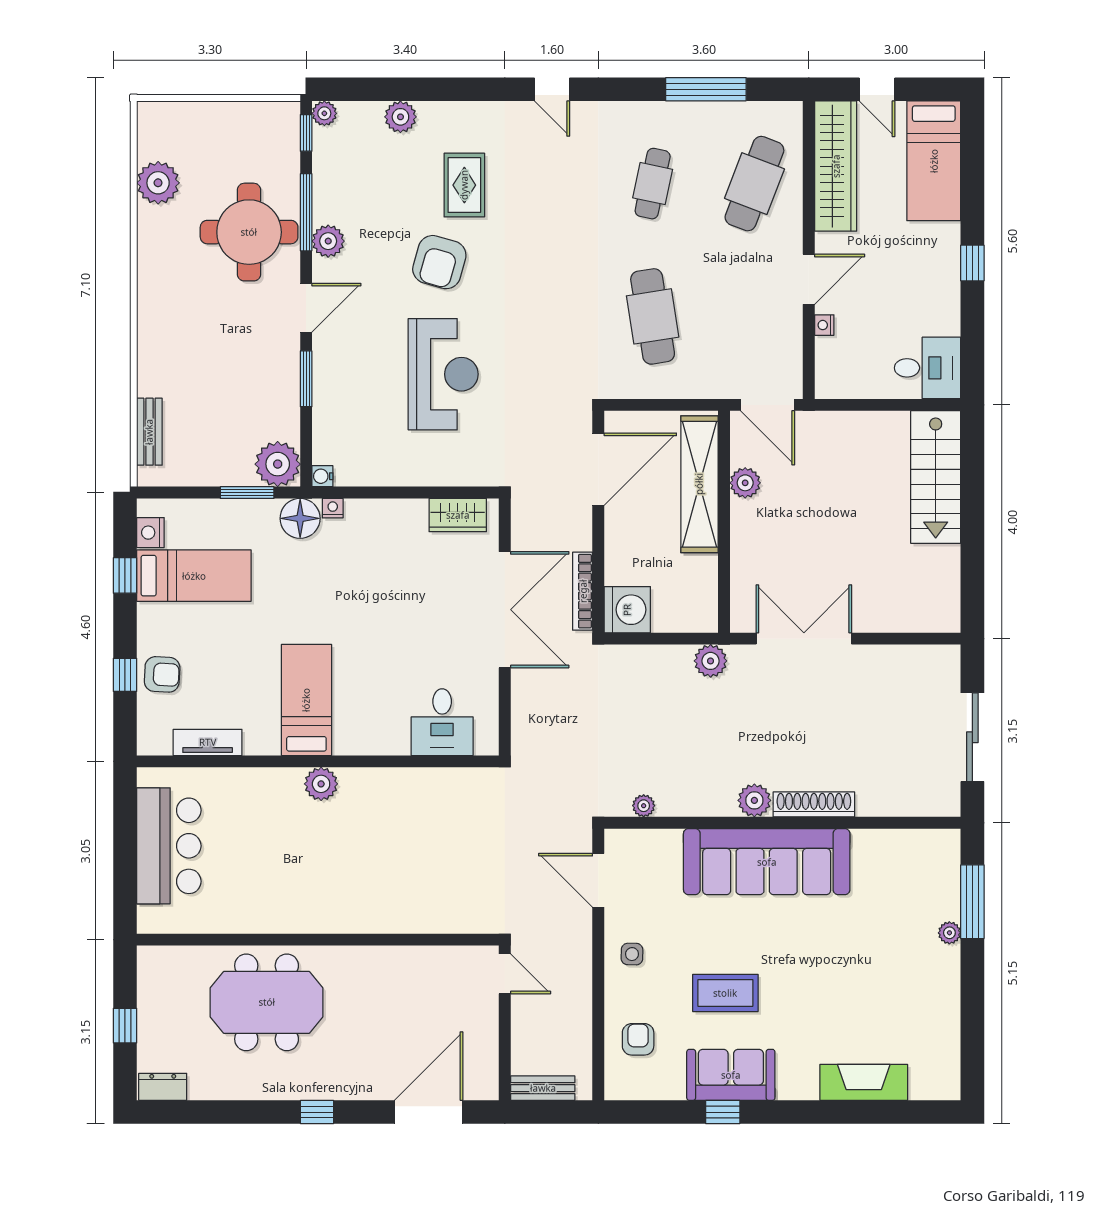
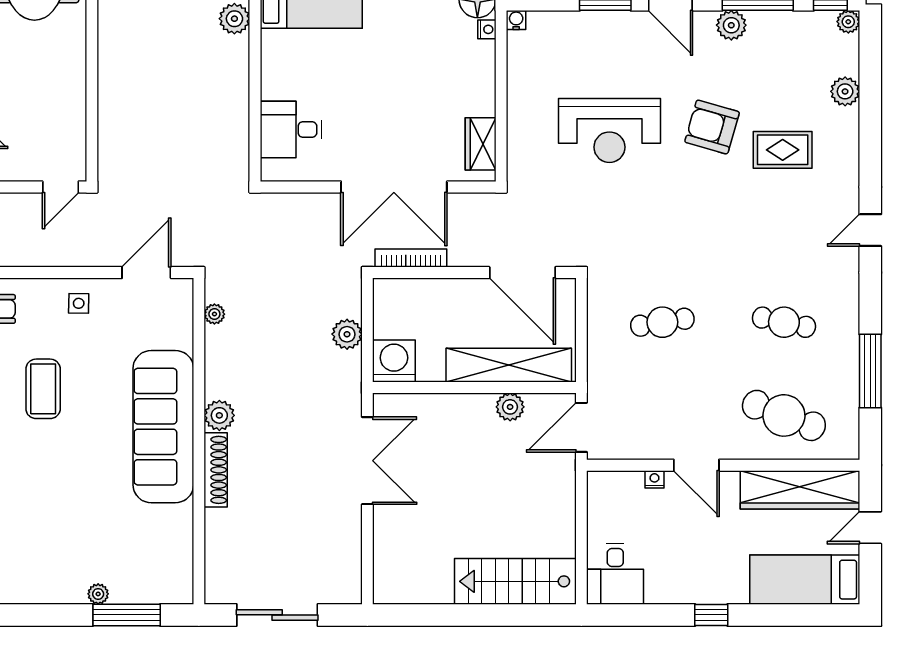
cafe table: (653, 316) -> (662, 322), width x0.73, depth x0.74
washing machine: (627, 610) -> (394, 361), moved, turned 180
plant: (711, 661) -> (347, 334), moved

